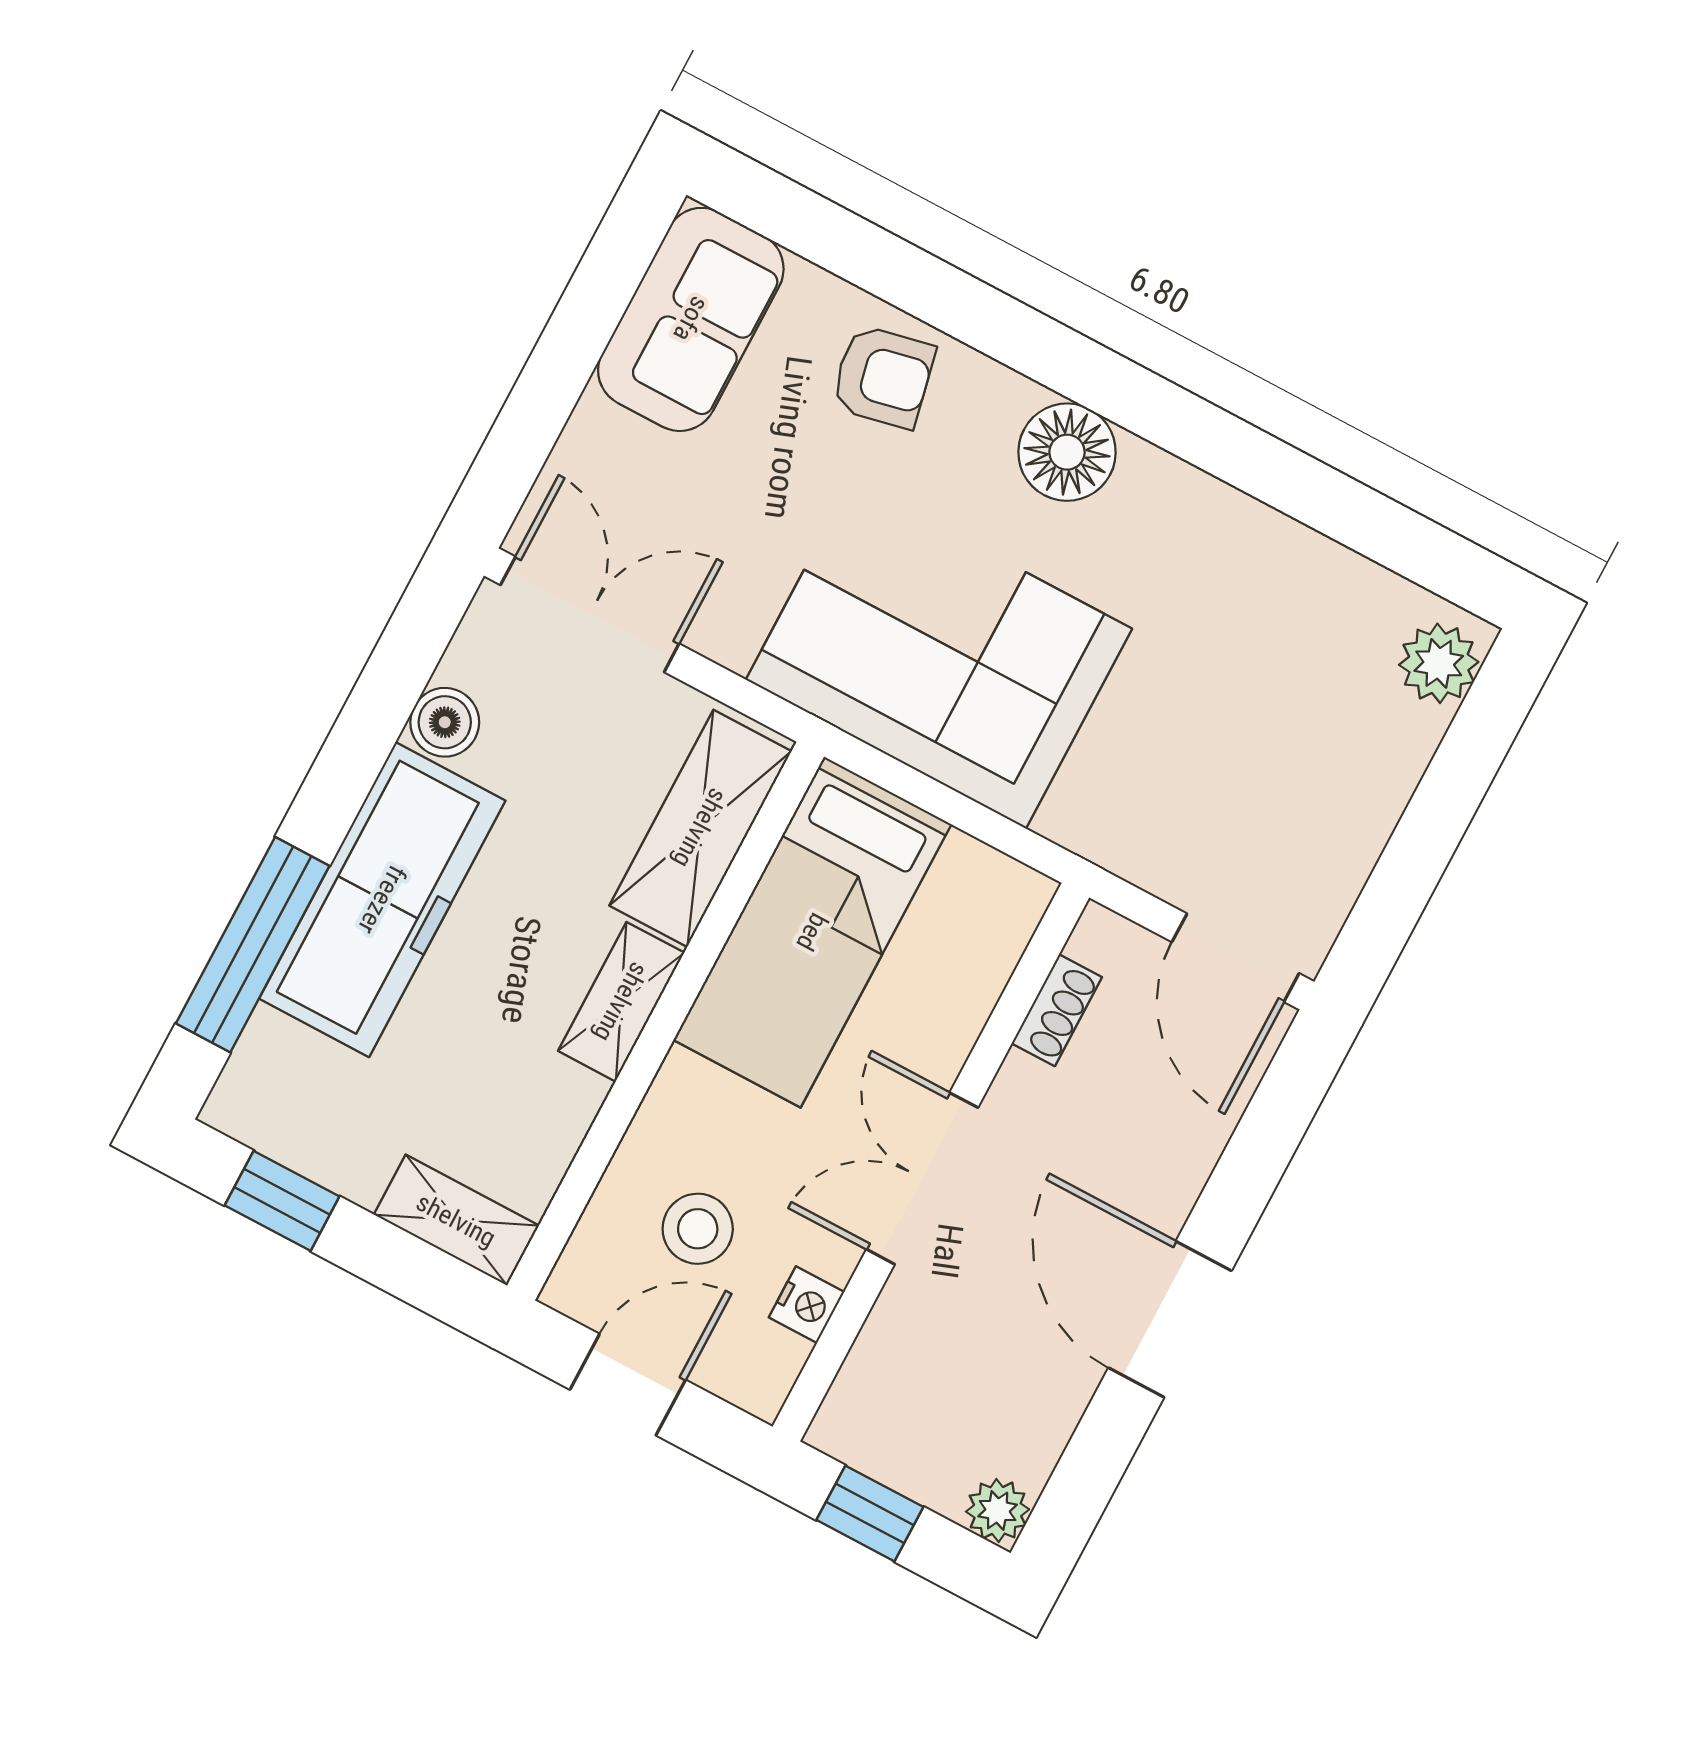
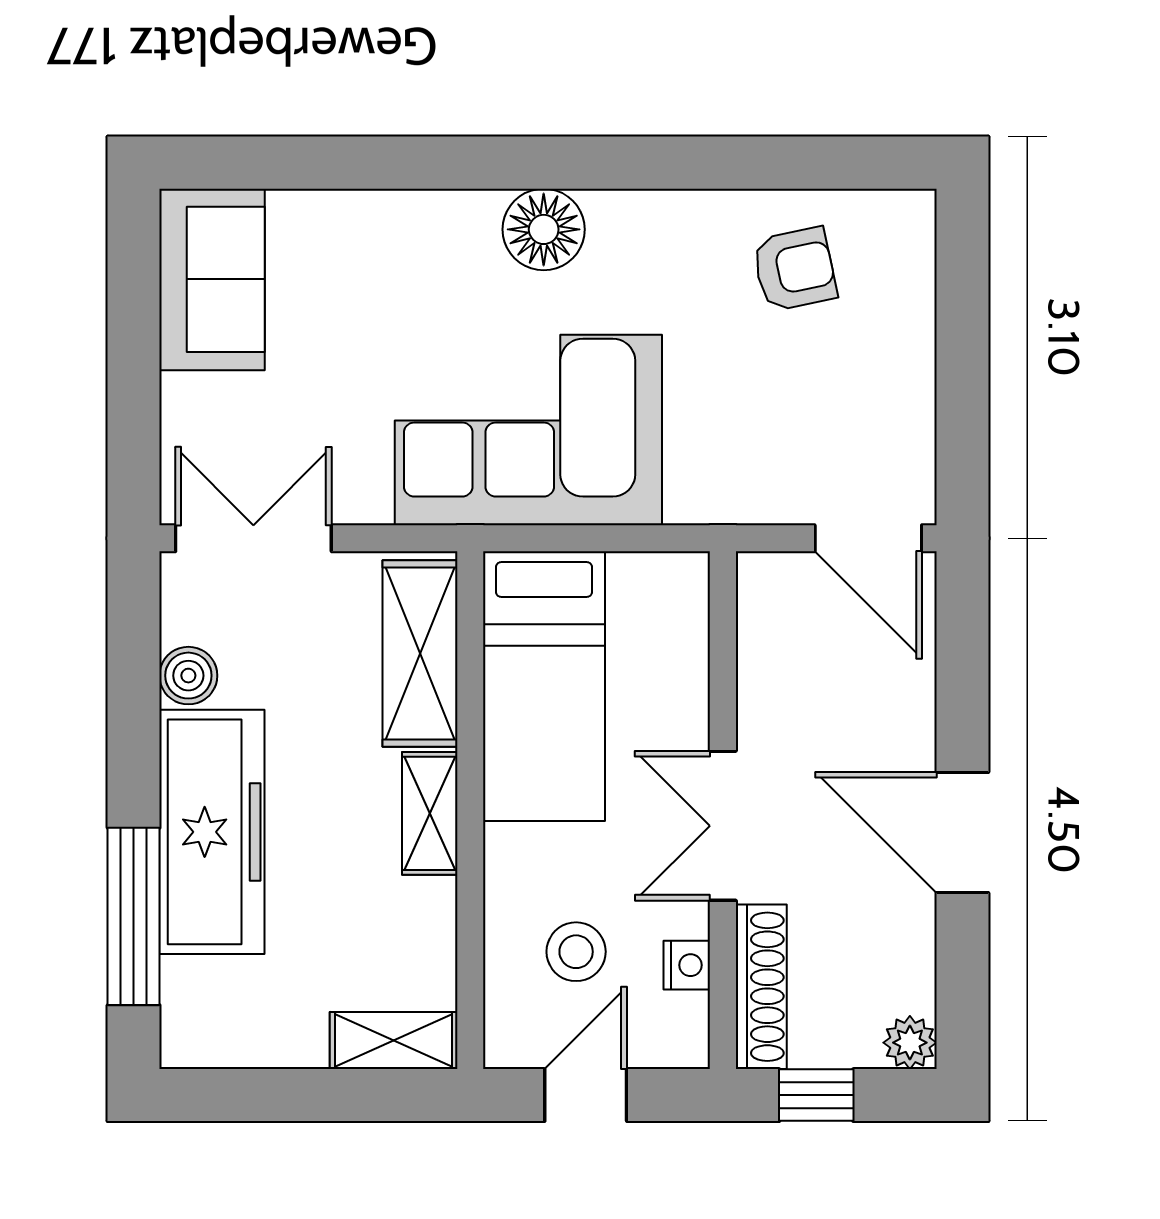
armchair: (883, 377) -> (795, 269), moved
plant: (1439, 663) -> (903, 240), removed
shoe rack: (1057, 1010) -> (761, 987), moved, width x1.94, depth x1.24
window: (282, 1201) -> (257, 1095), removed

